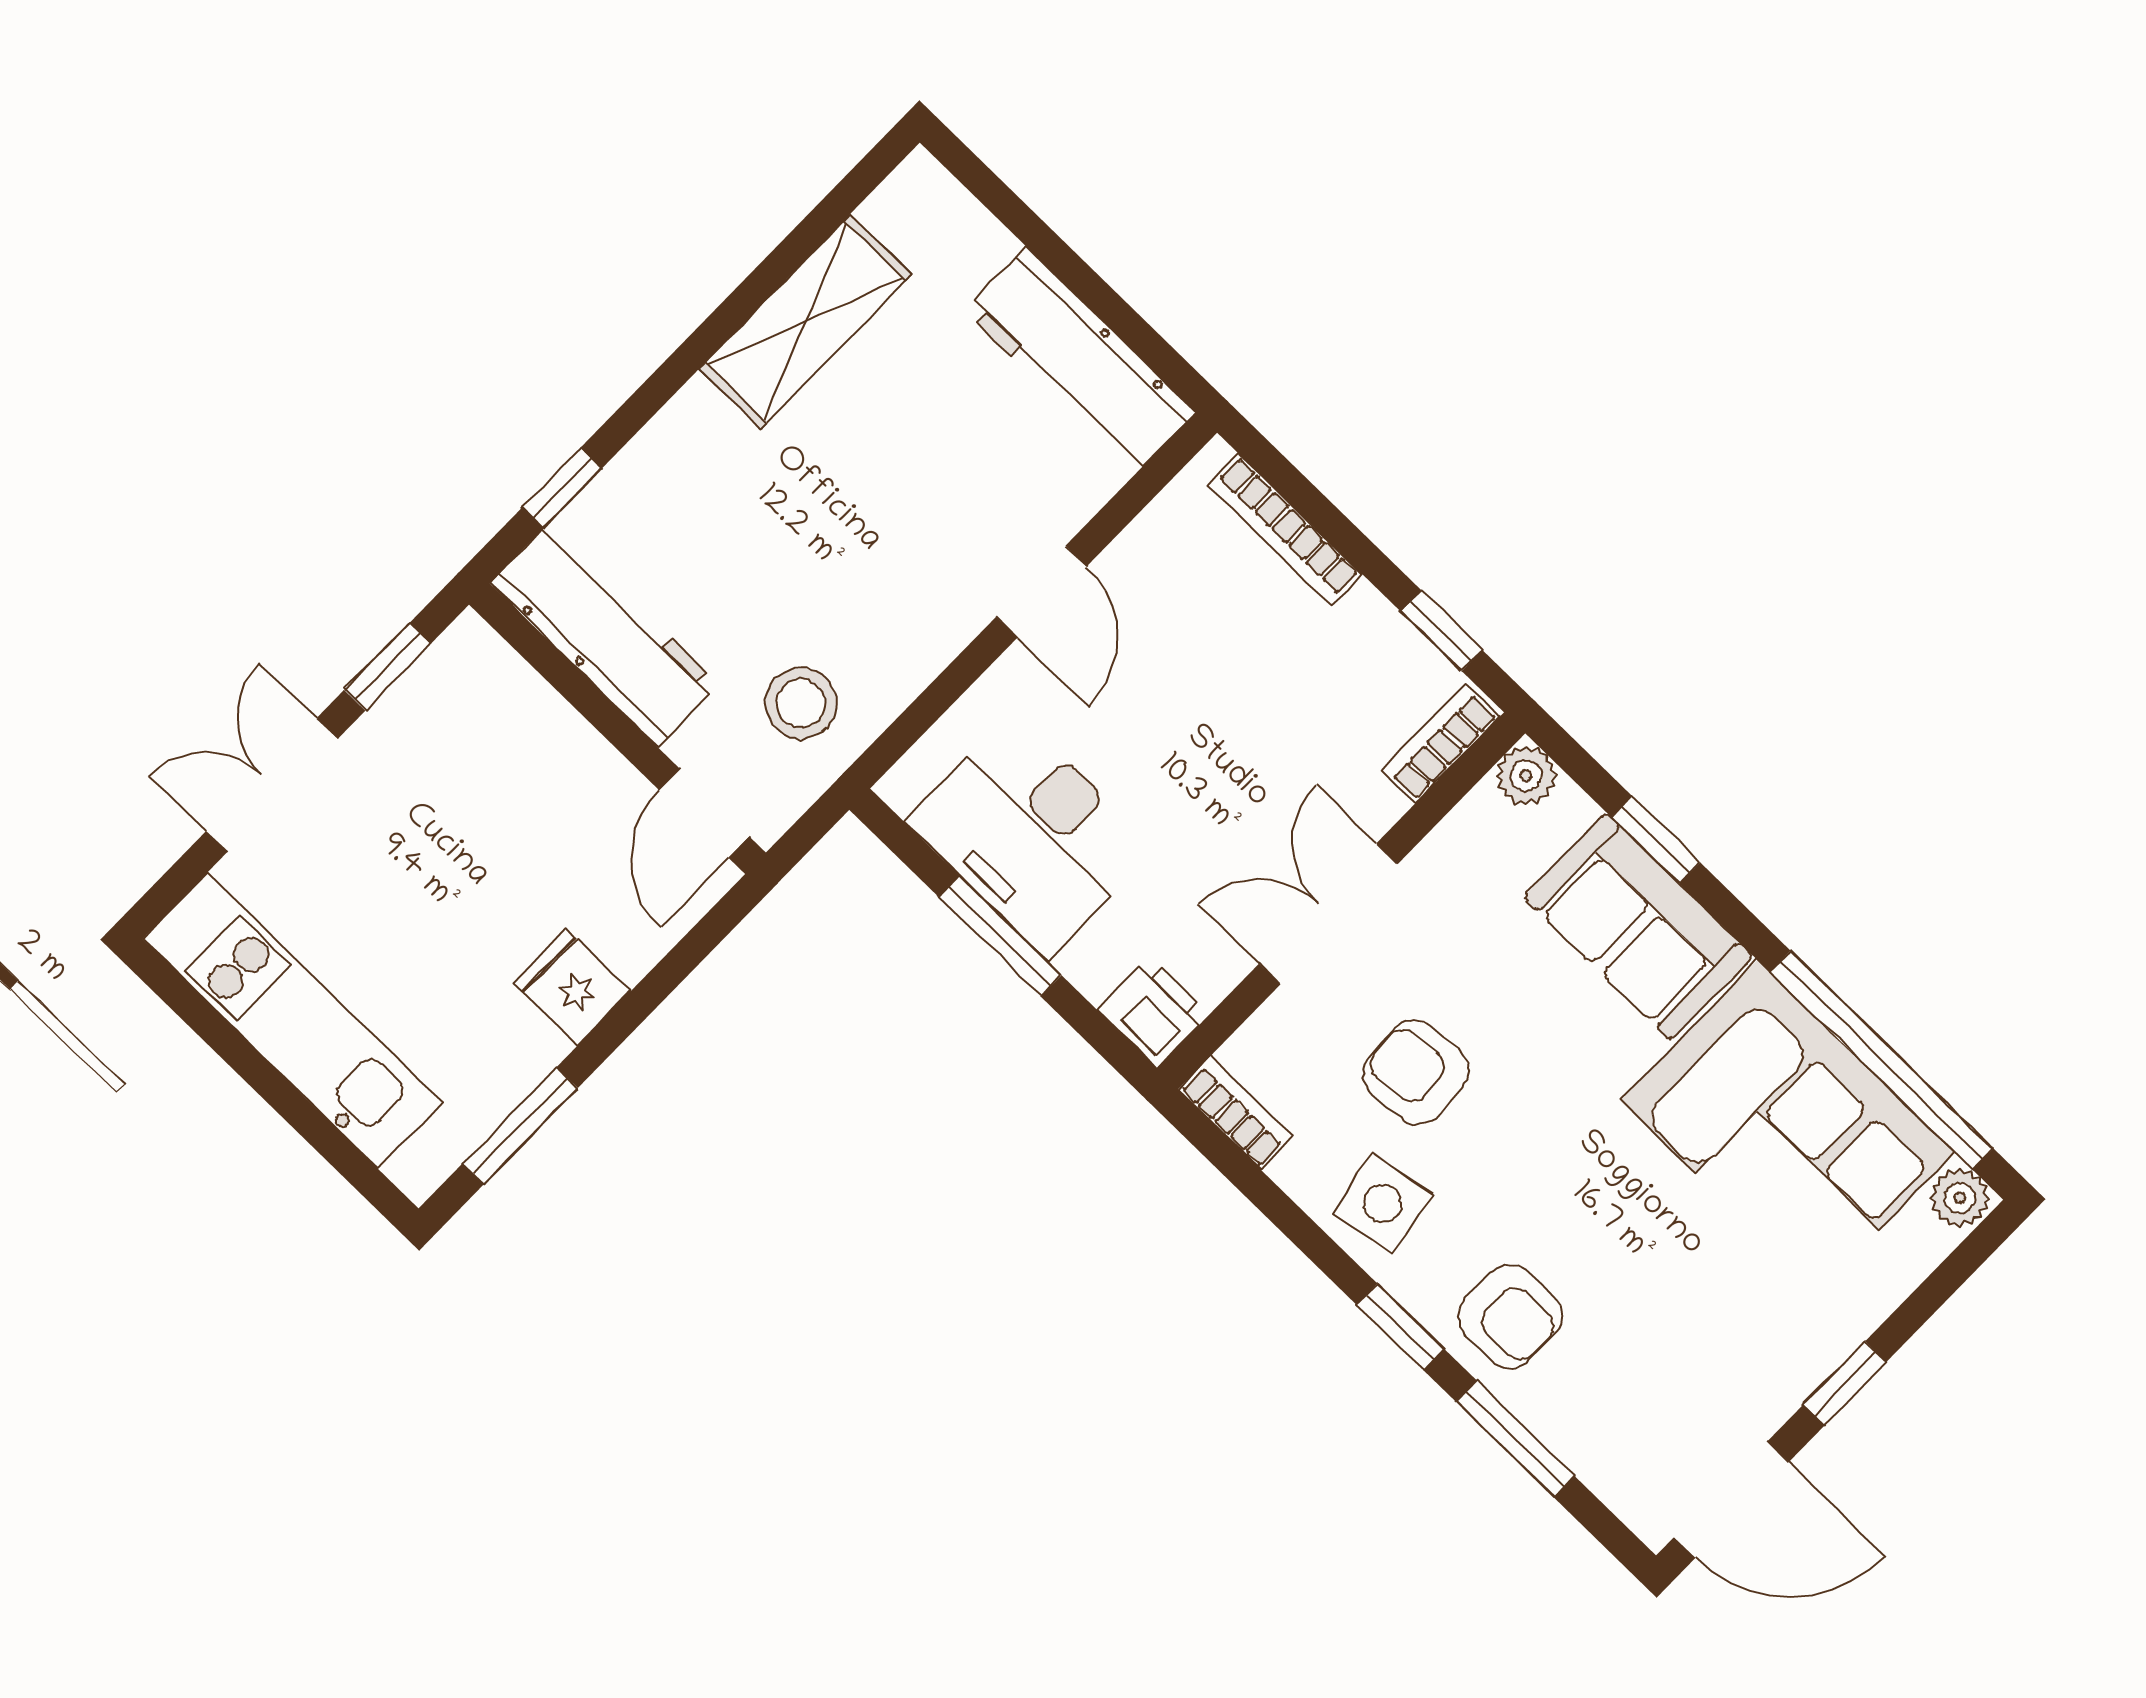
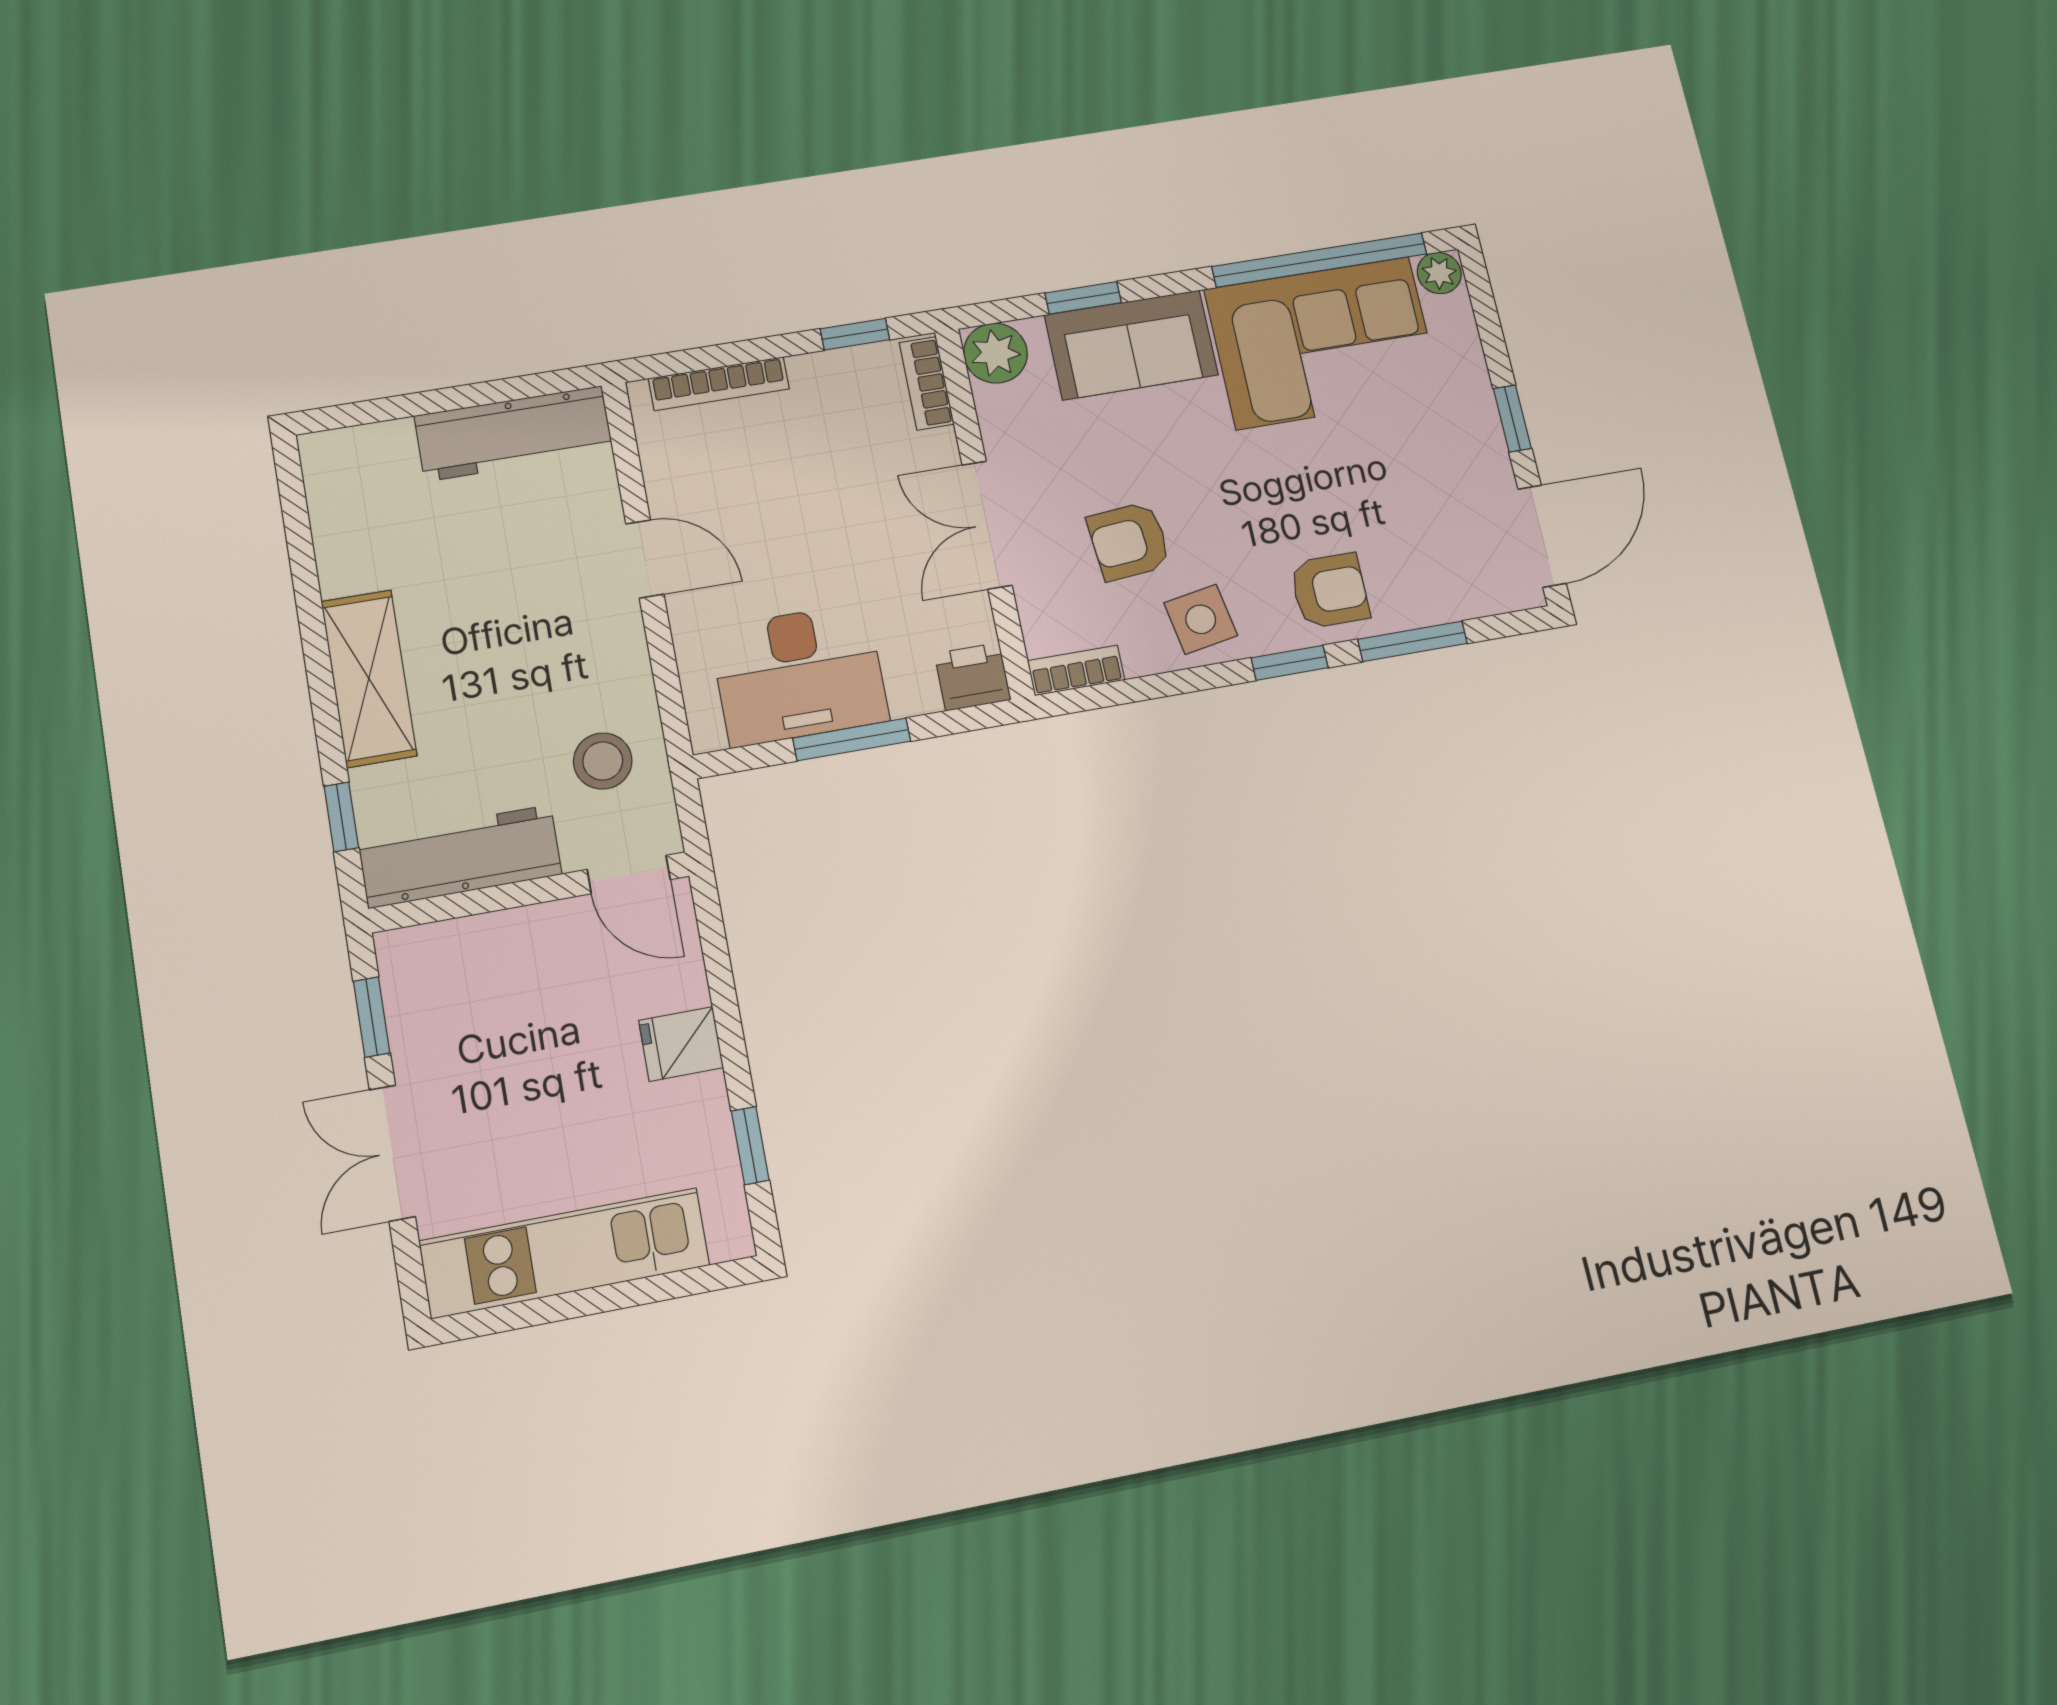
shelving: (805, 322) -> (369, 678), moved
plant: (1526, 775) -> (995, 353), width x1.38, depth x1.38
window: (520, 1126) -> (750, 1146), width x0.67

